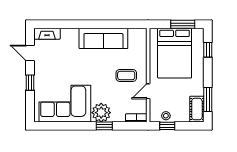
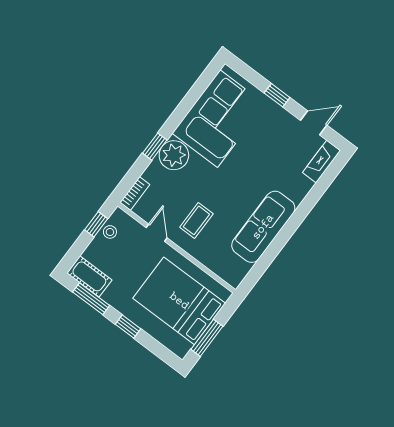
window: (208, 50) -> (128, 327), moved

